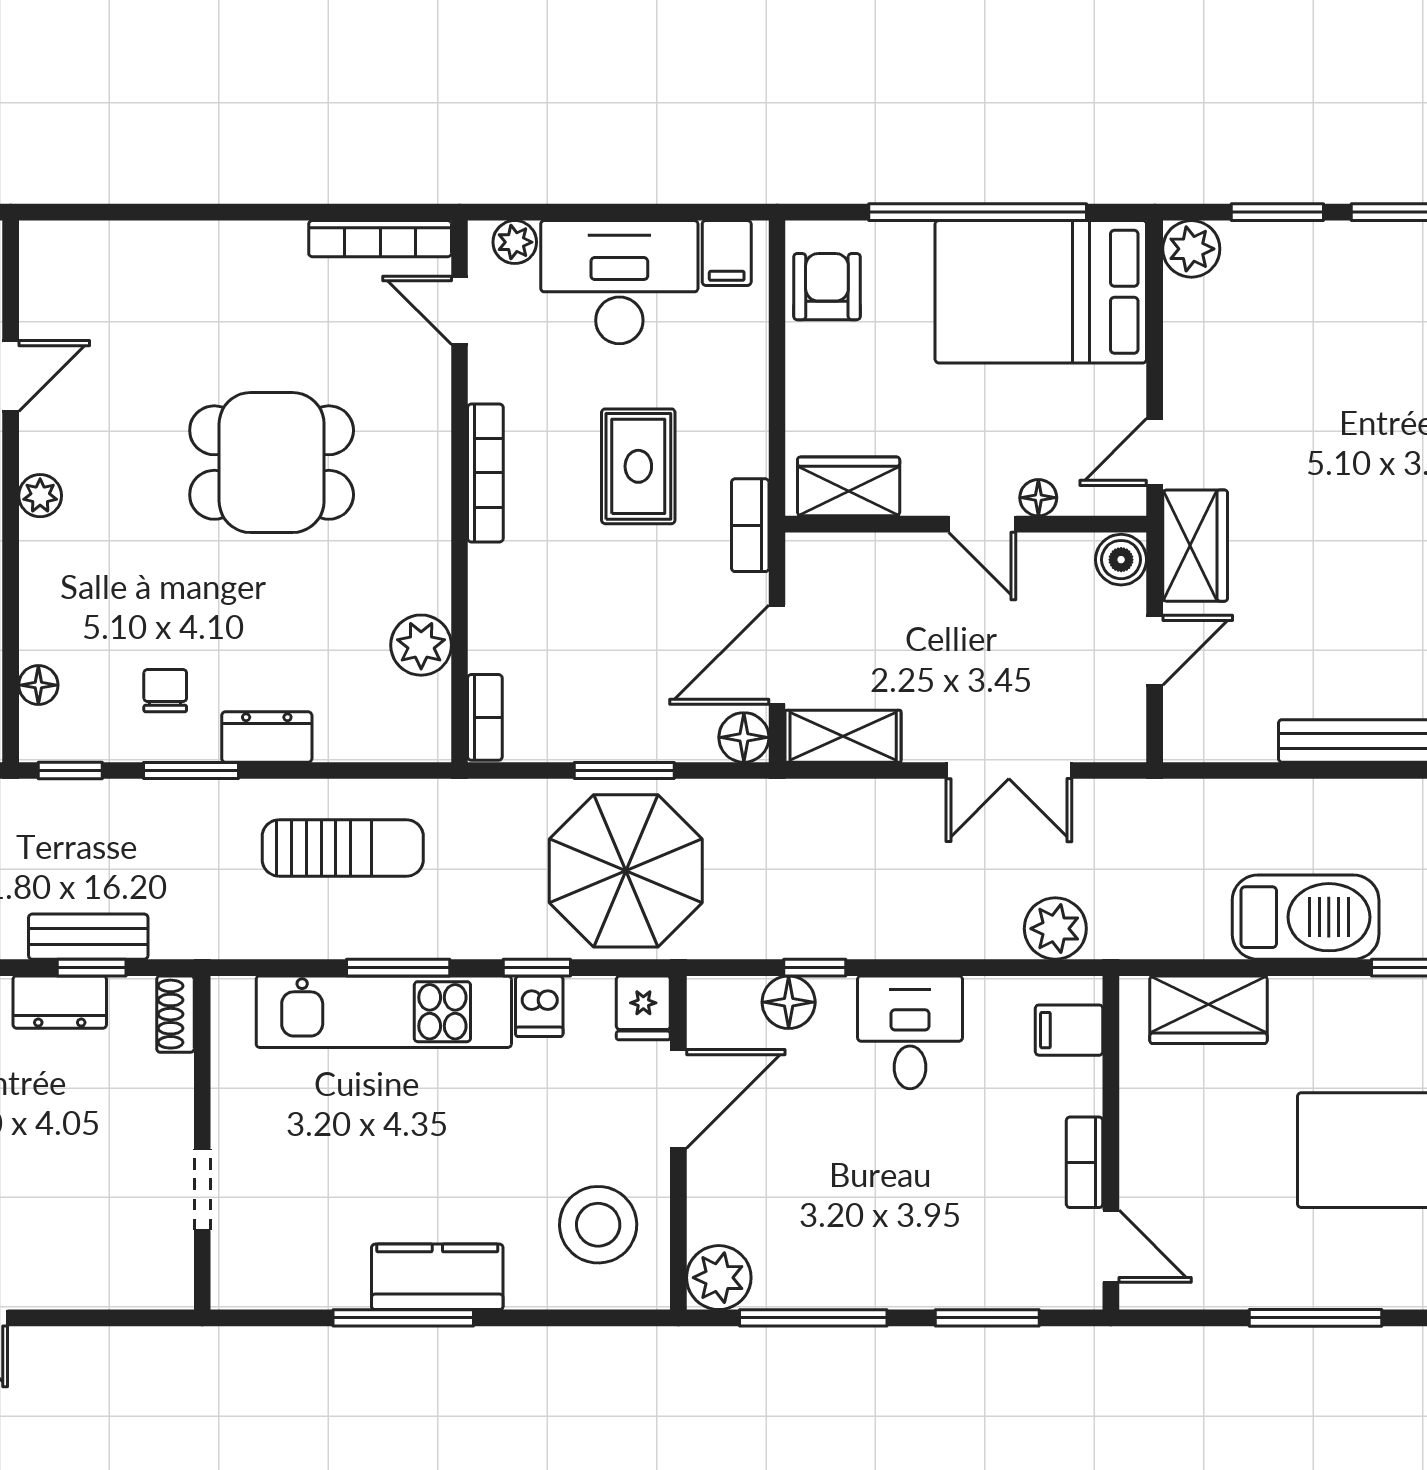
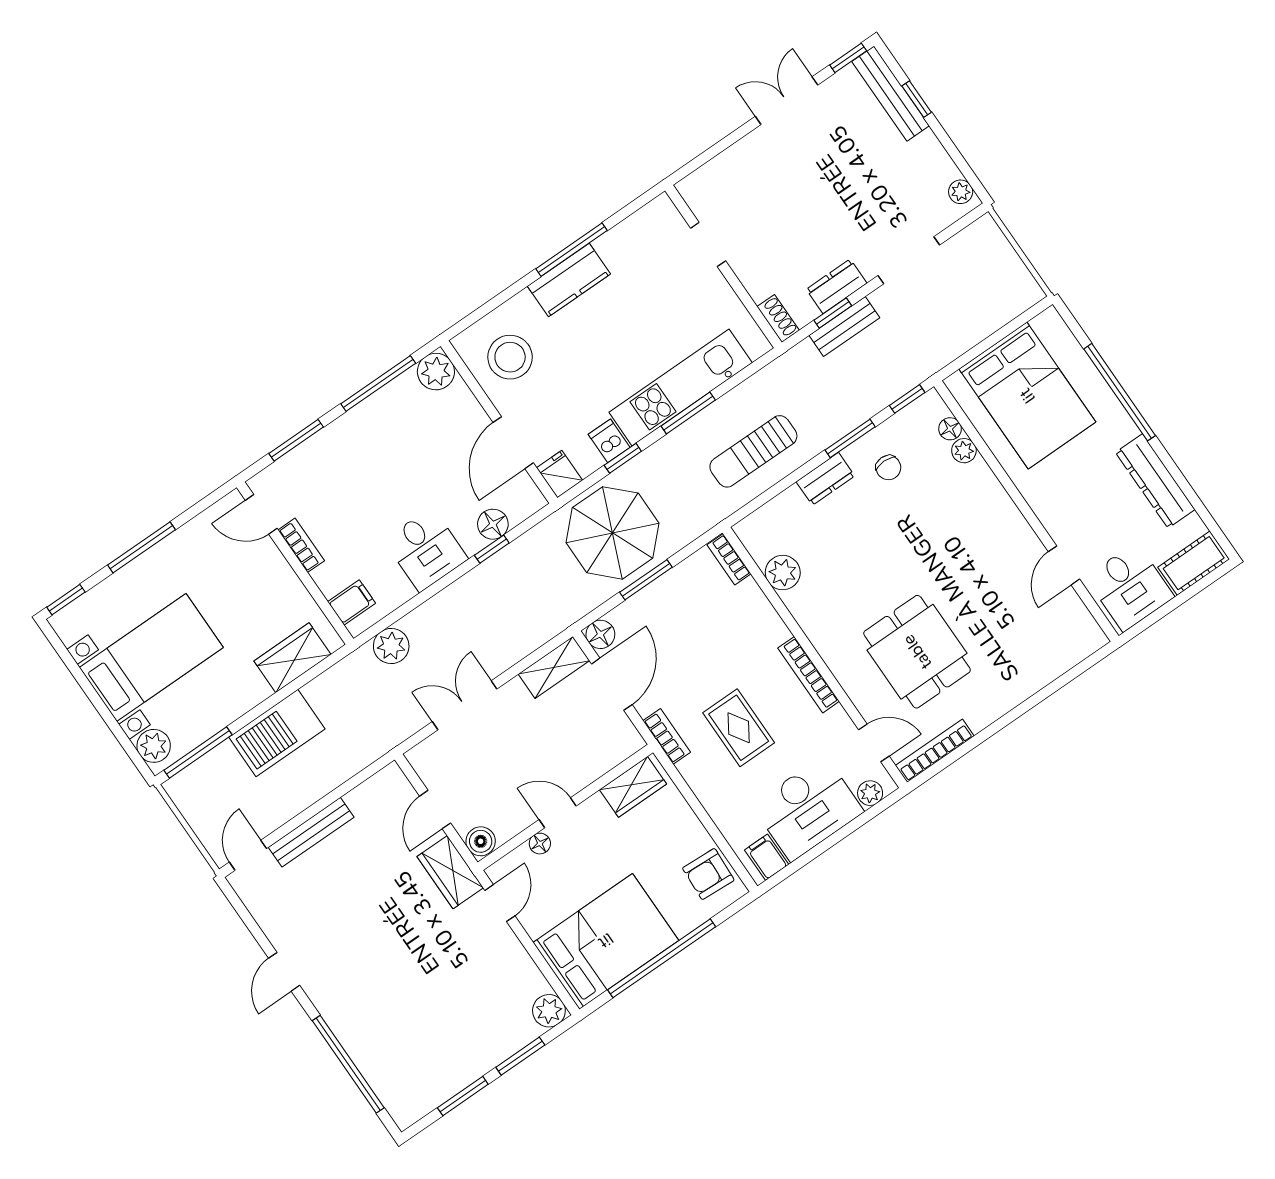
armchair: (827, 287) -> (708, 874), turned 93
dining table: (272, 463) -> (917, 652), moved, turned 90
plant: (40, 496) -> (964, 451), moved

